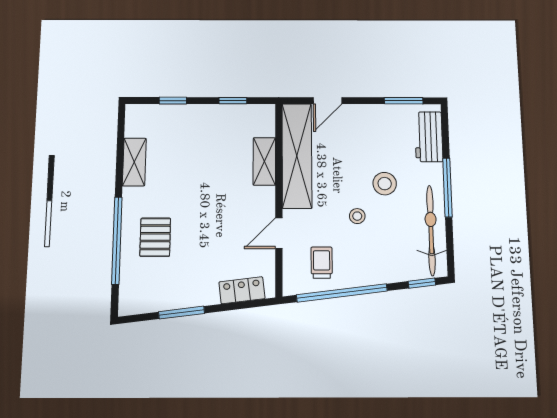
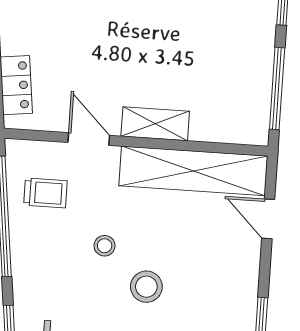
window: (233, 101) -> (277, 89), width x2.17
shelving: (264, 161) -> (155, 124), moved

